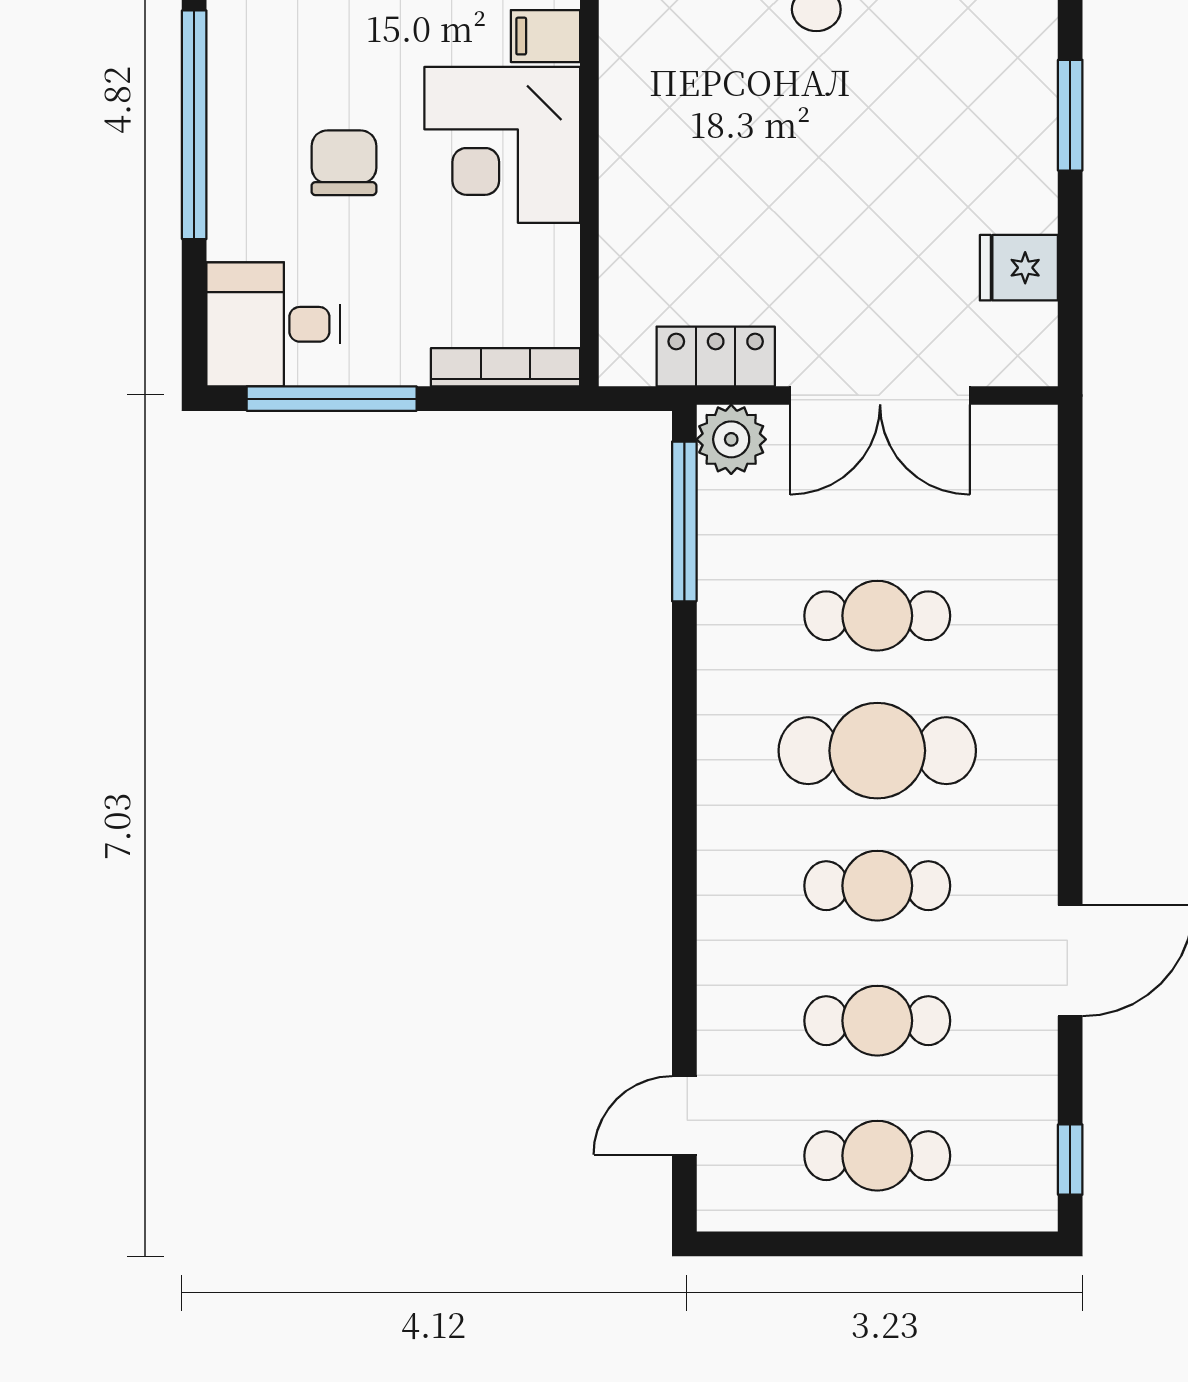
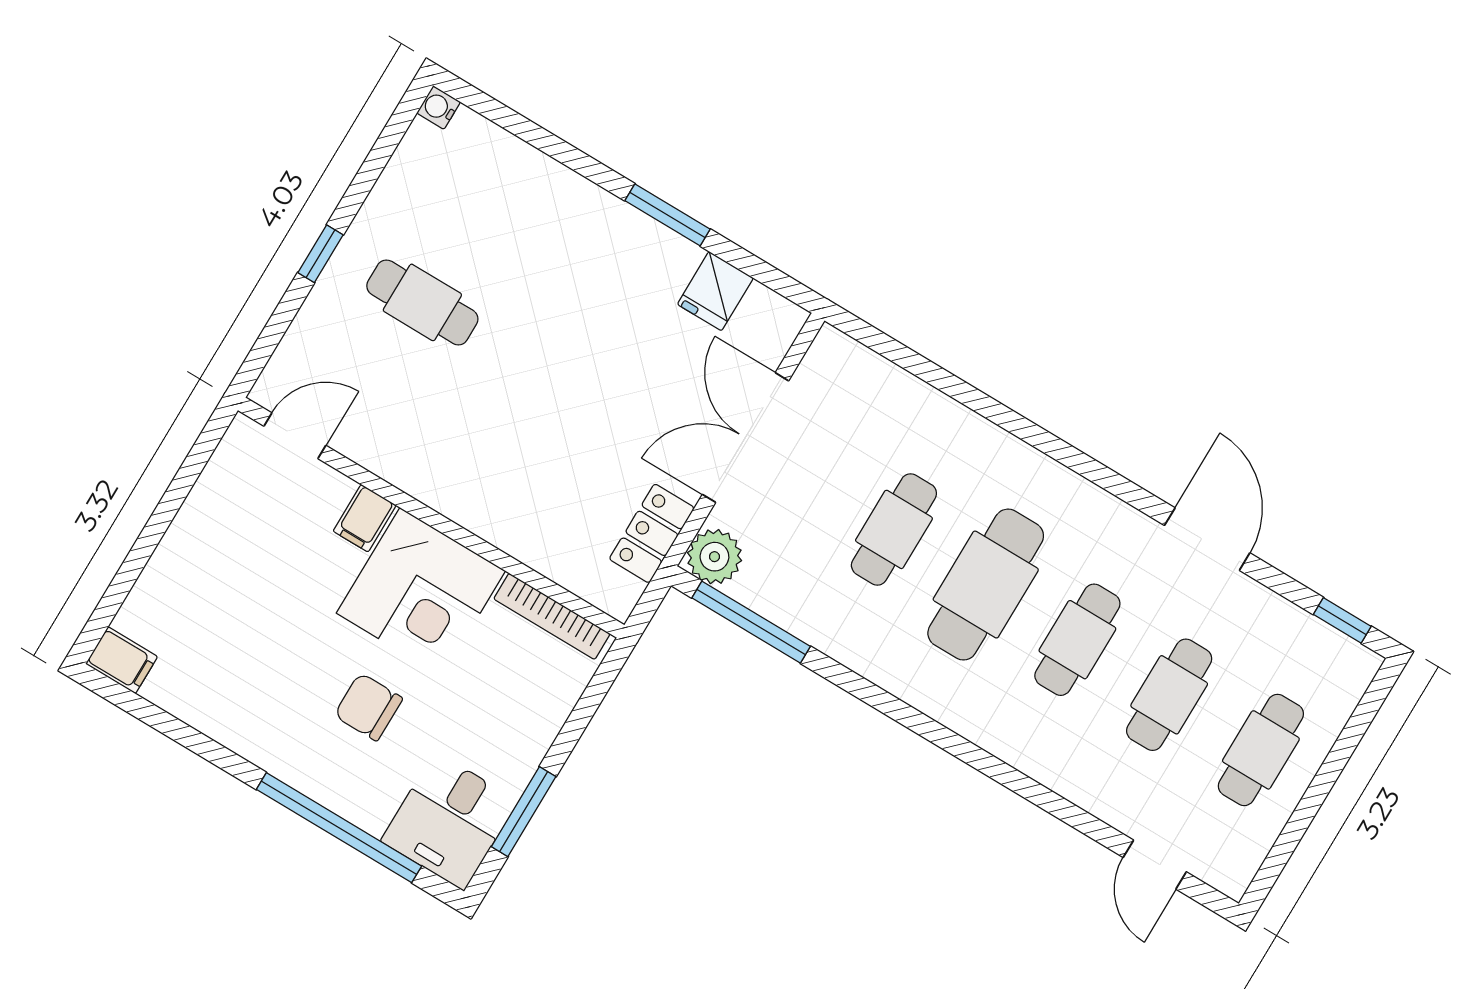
window: (1070, 115) -> (668, 215), moved
window: (194, 125) -> (339, 828), moved
bookcase: (506, 367) -> (552, 616), moved, turned -90
double door: (880, 395) -> (745, 438), swing flipped
window: (332, 399) -> (524, 812), width x0.69

